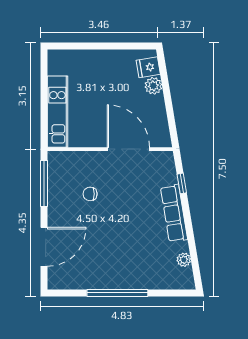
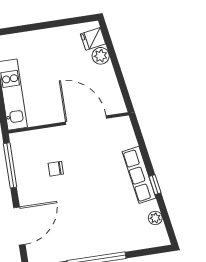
window: (182, 183) -> (155, 185), moved

